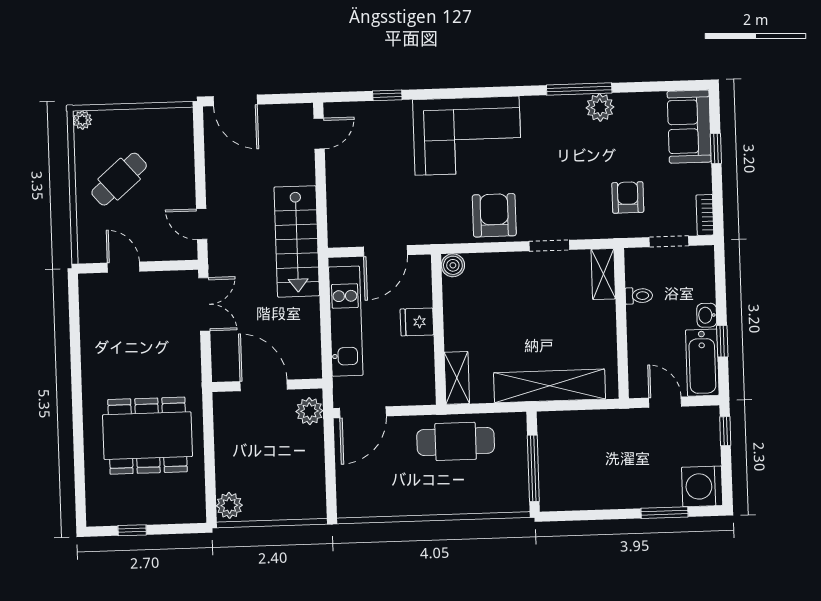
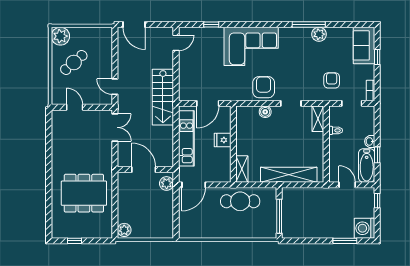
plant: (82, 120) -> (60, 36), width x1.88, depth x1.88
boiler: (453, 265) -> (265, 112), moved

